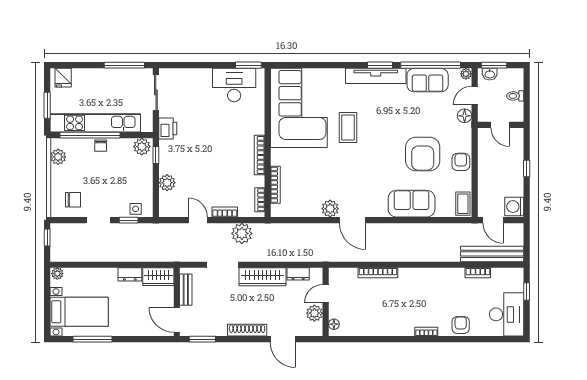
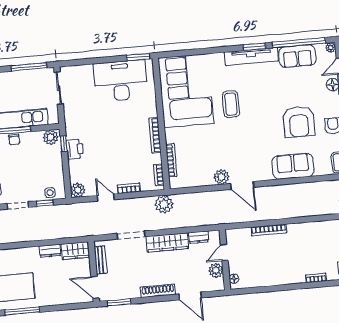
desk: (234, 85) -> (121, 81), width x1.36, depth x1.30
printer: (168, 128) -> (75, 149), moved
plant: (167, 183) -> (78, 190), moved
plant: (242, 233) -> (164, 204), moved

